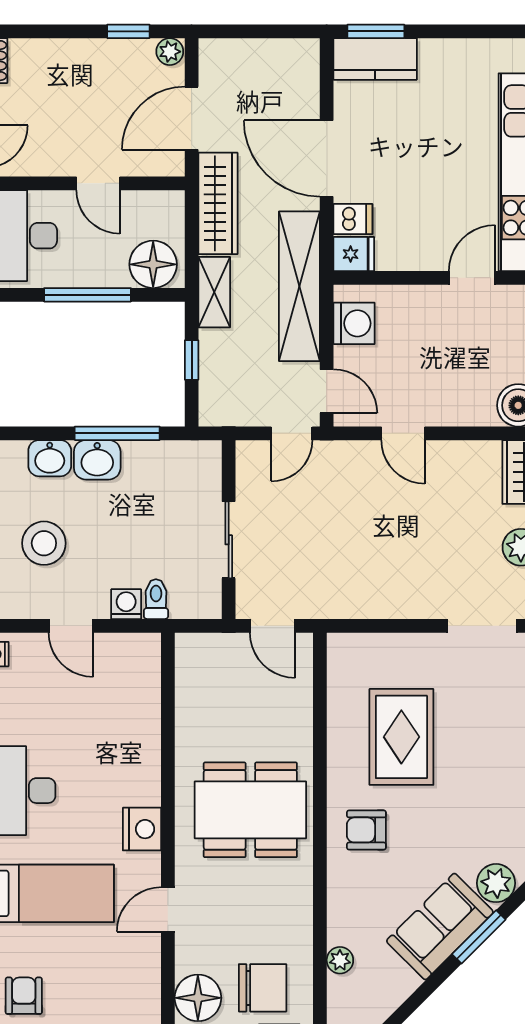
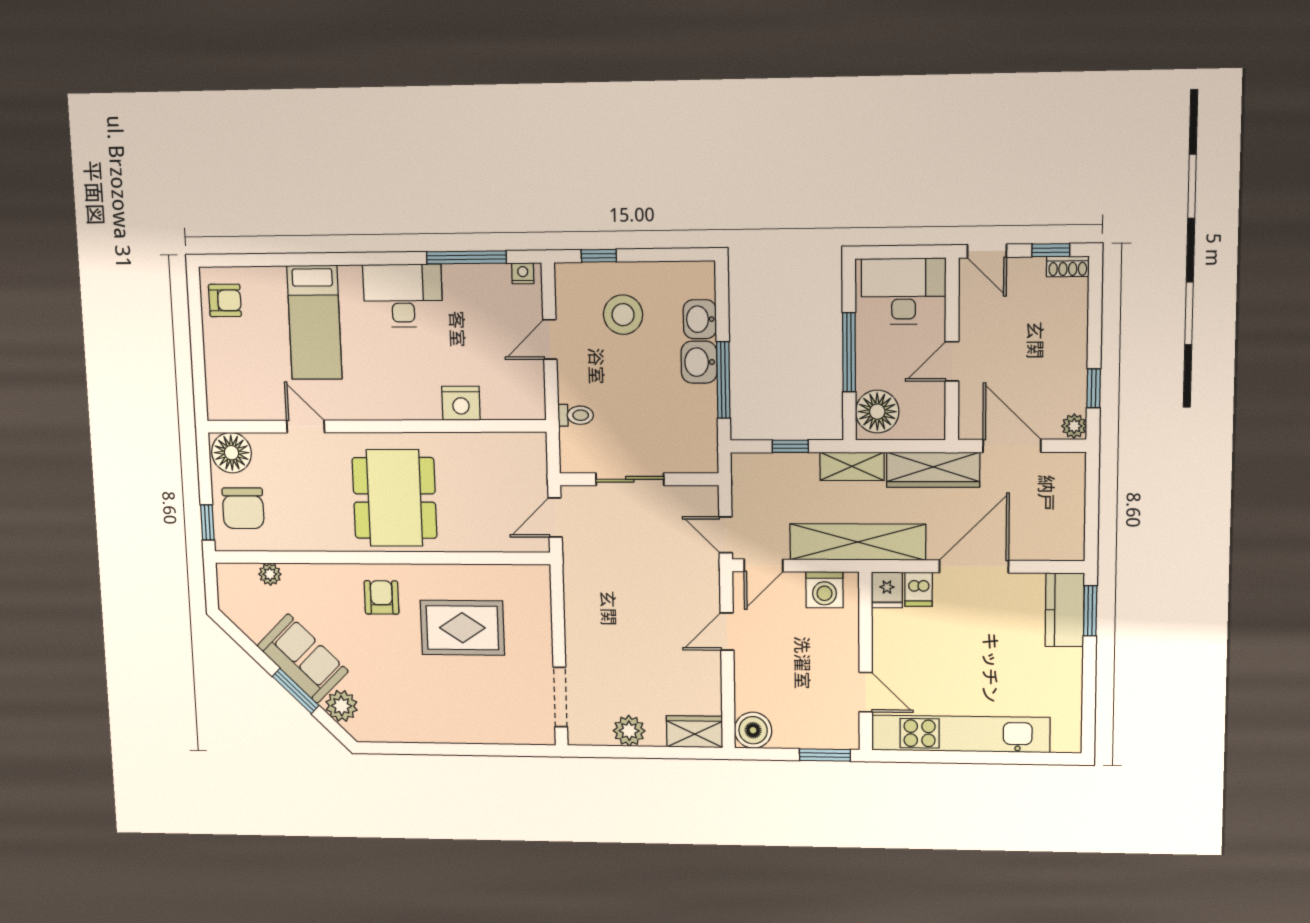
washing machine: (126, 604) -> (571, 389), removed
nightstand: (142, 829) -> (461, 403), moved

